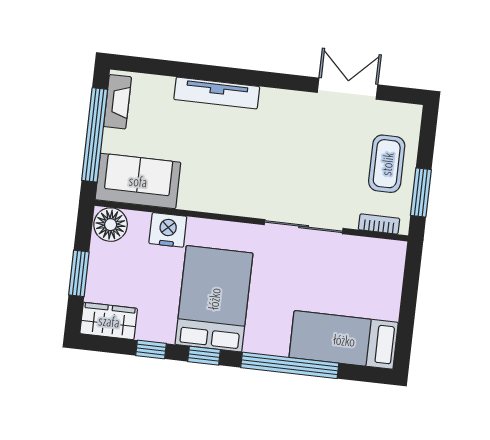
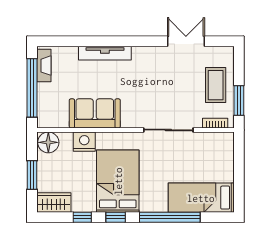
sofa: (138, 181) -> (95, 113), moved

